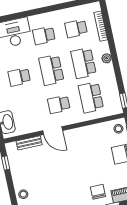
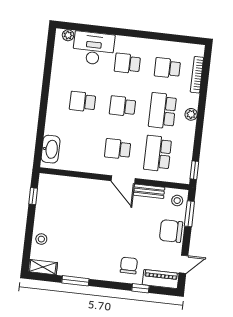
school desk: (51, 70) -> (123, 106), width x0.54
door: (53, 131) -> (123, 180), moved
bench: (29, 143) -> (149, 191), moved

